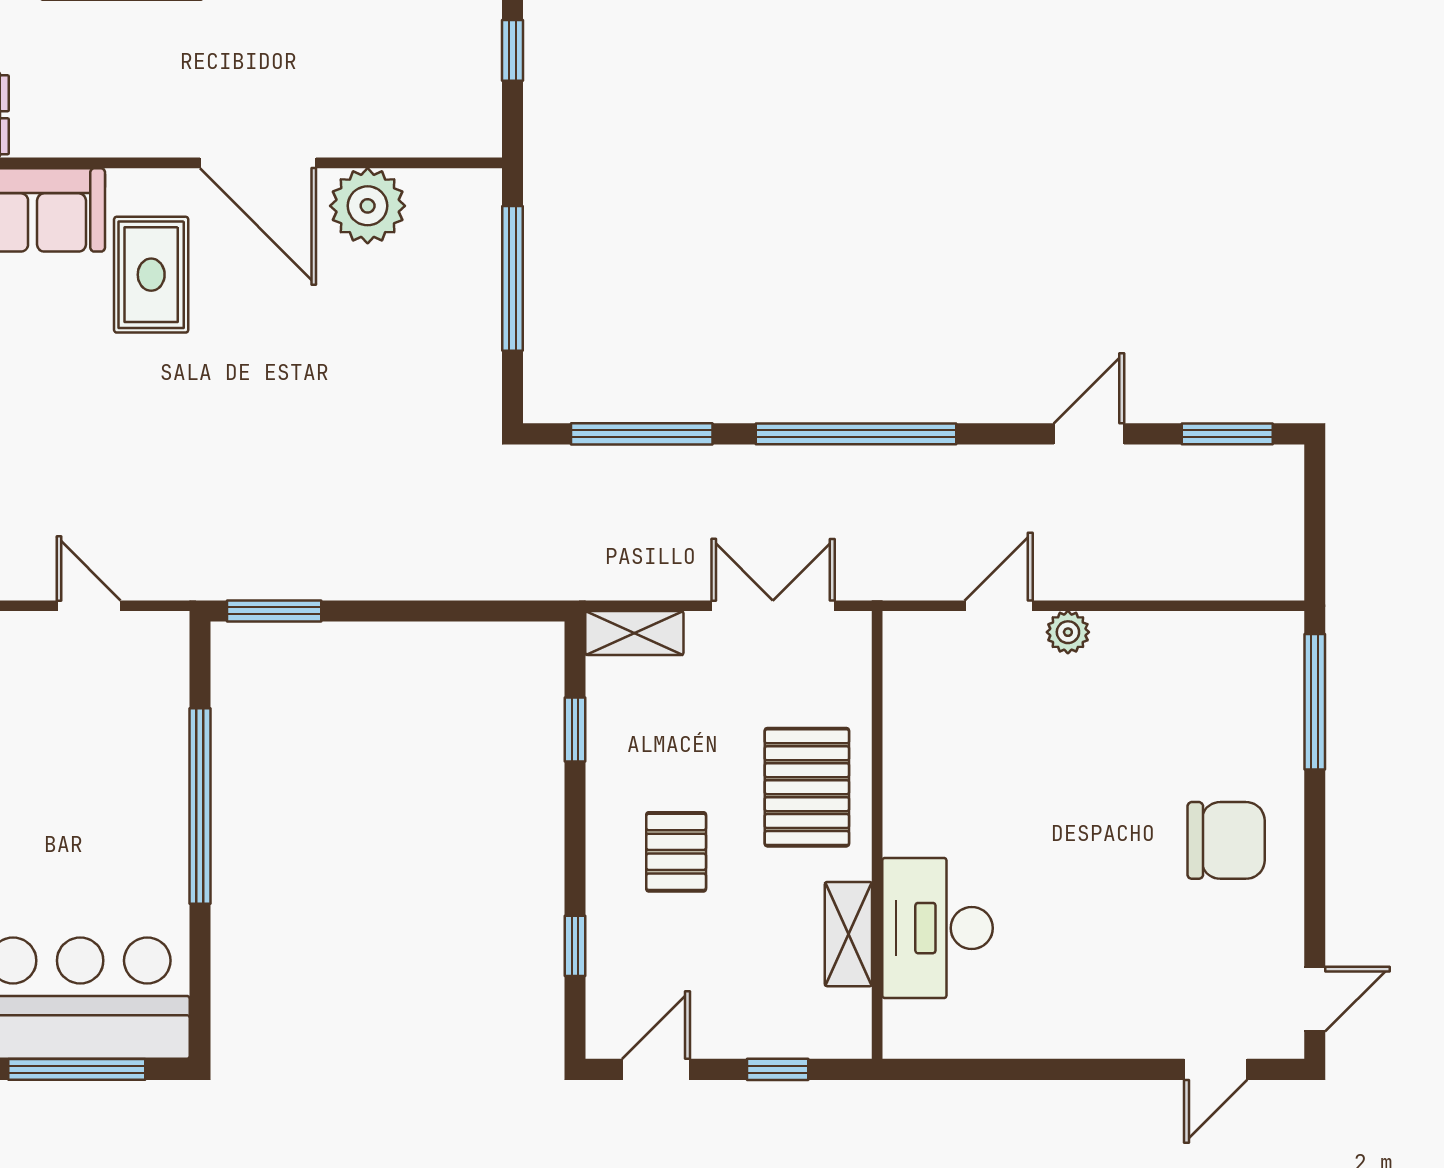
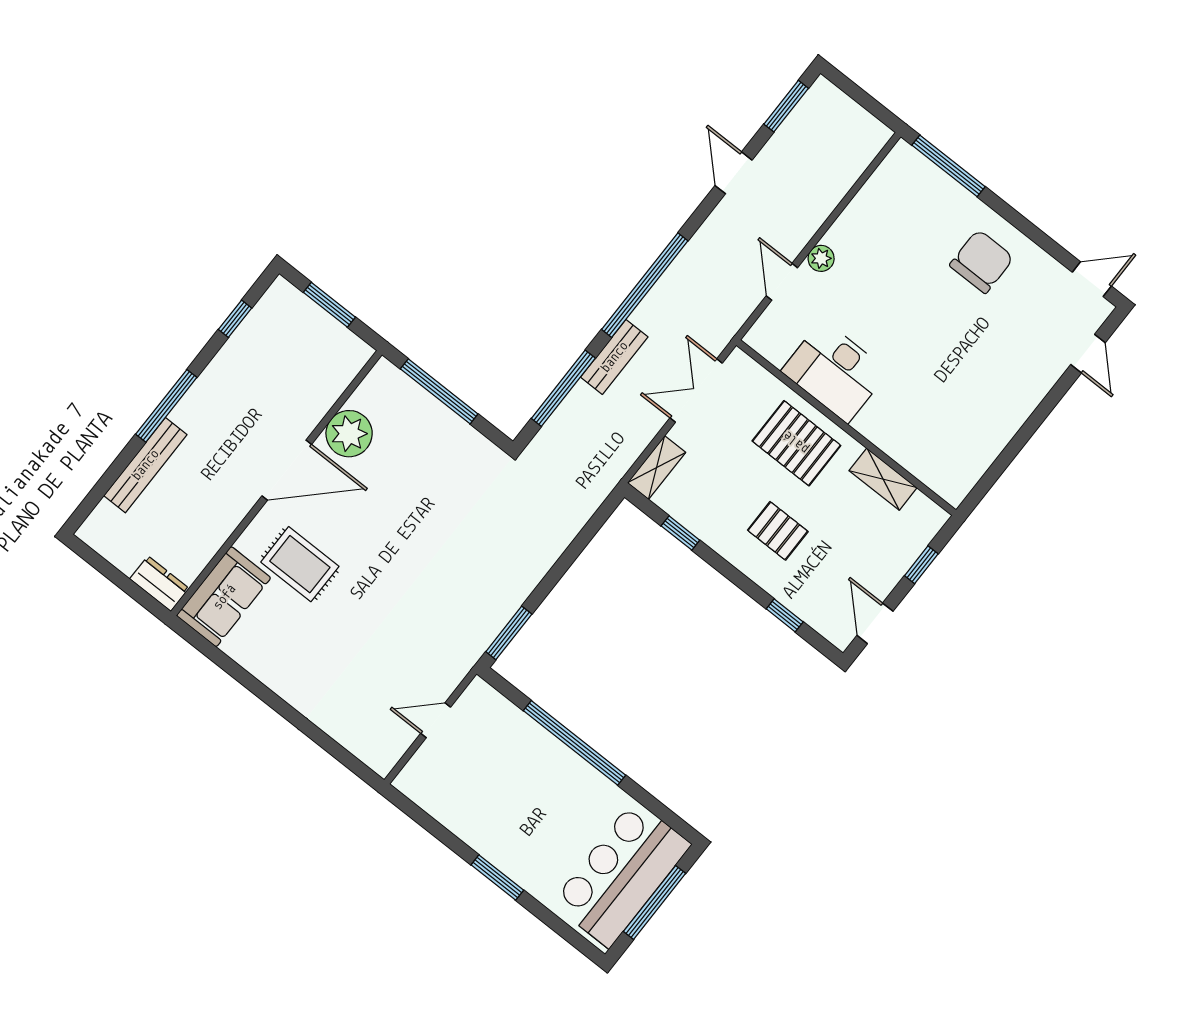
window: (513, 50) -> (329, 305), width x1.50
bench: (733, 467) -> (614, 357), added
desk: (938, 928) -> (835, 371), moved
door: (1315, 999) -> (1092, 279), hinge flipped

